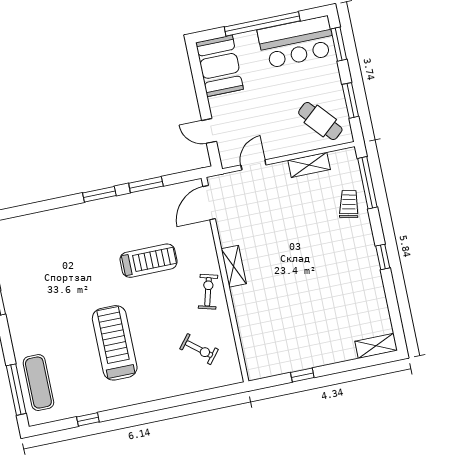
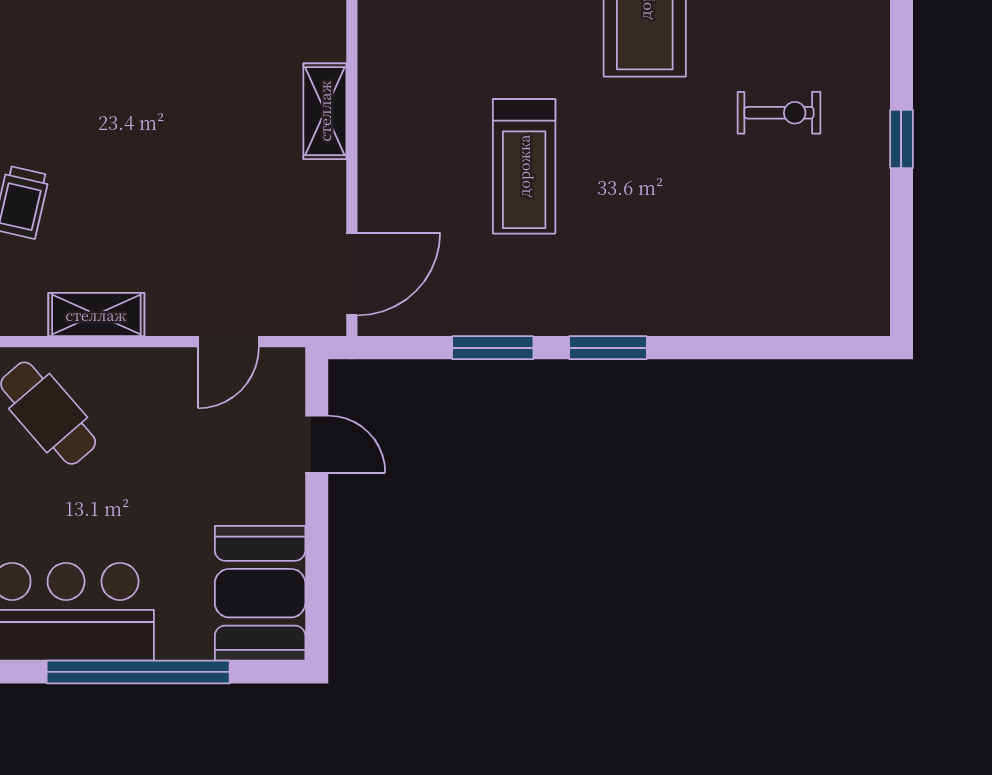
treadmill: (149, 261) -> (524, 166), turned -90
exercise bike: (208, 292) -> (779, 113), moved, turned -105

